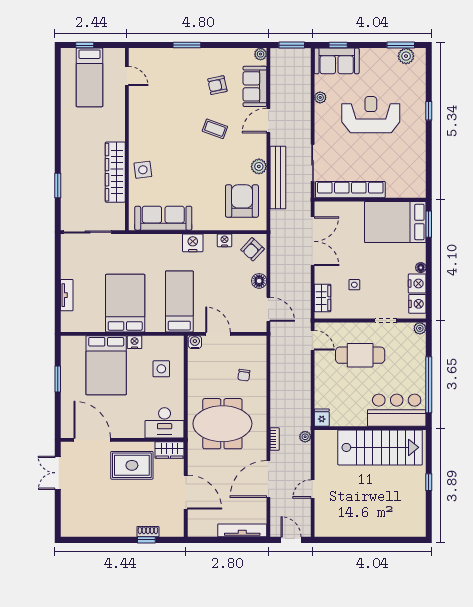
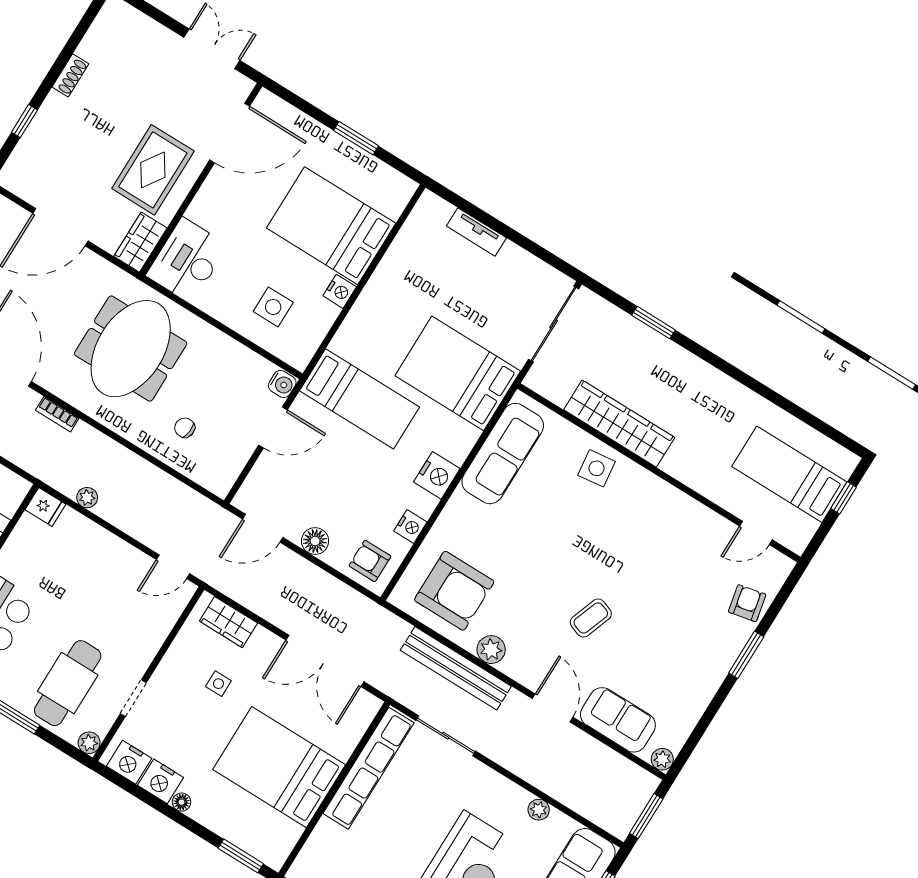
armchair: (217, 85) -> (747, 603), moved
bed: (395, 222) -> (279, 767), moved, turned -90
armchair: (252, 249) -> (370, 561), turned -43
bed: (125, 303) -> (458, 373), moved, turned 180
cafe table: (360, 355) -> (68, 683), moved
plant: (305, 437) -> (87, 498), moved
shoe rack: (148, 532) -> (70, 75), moved

